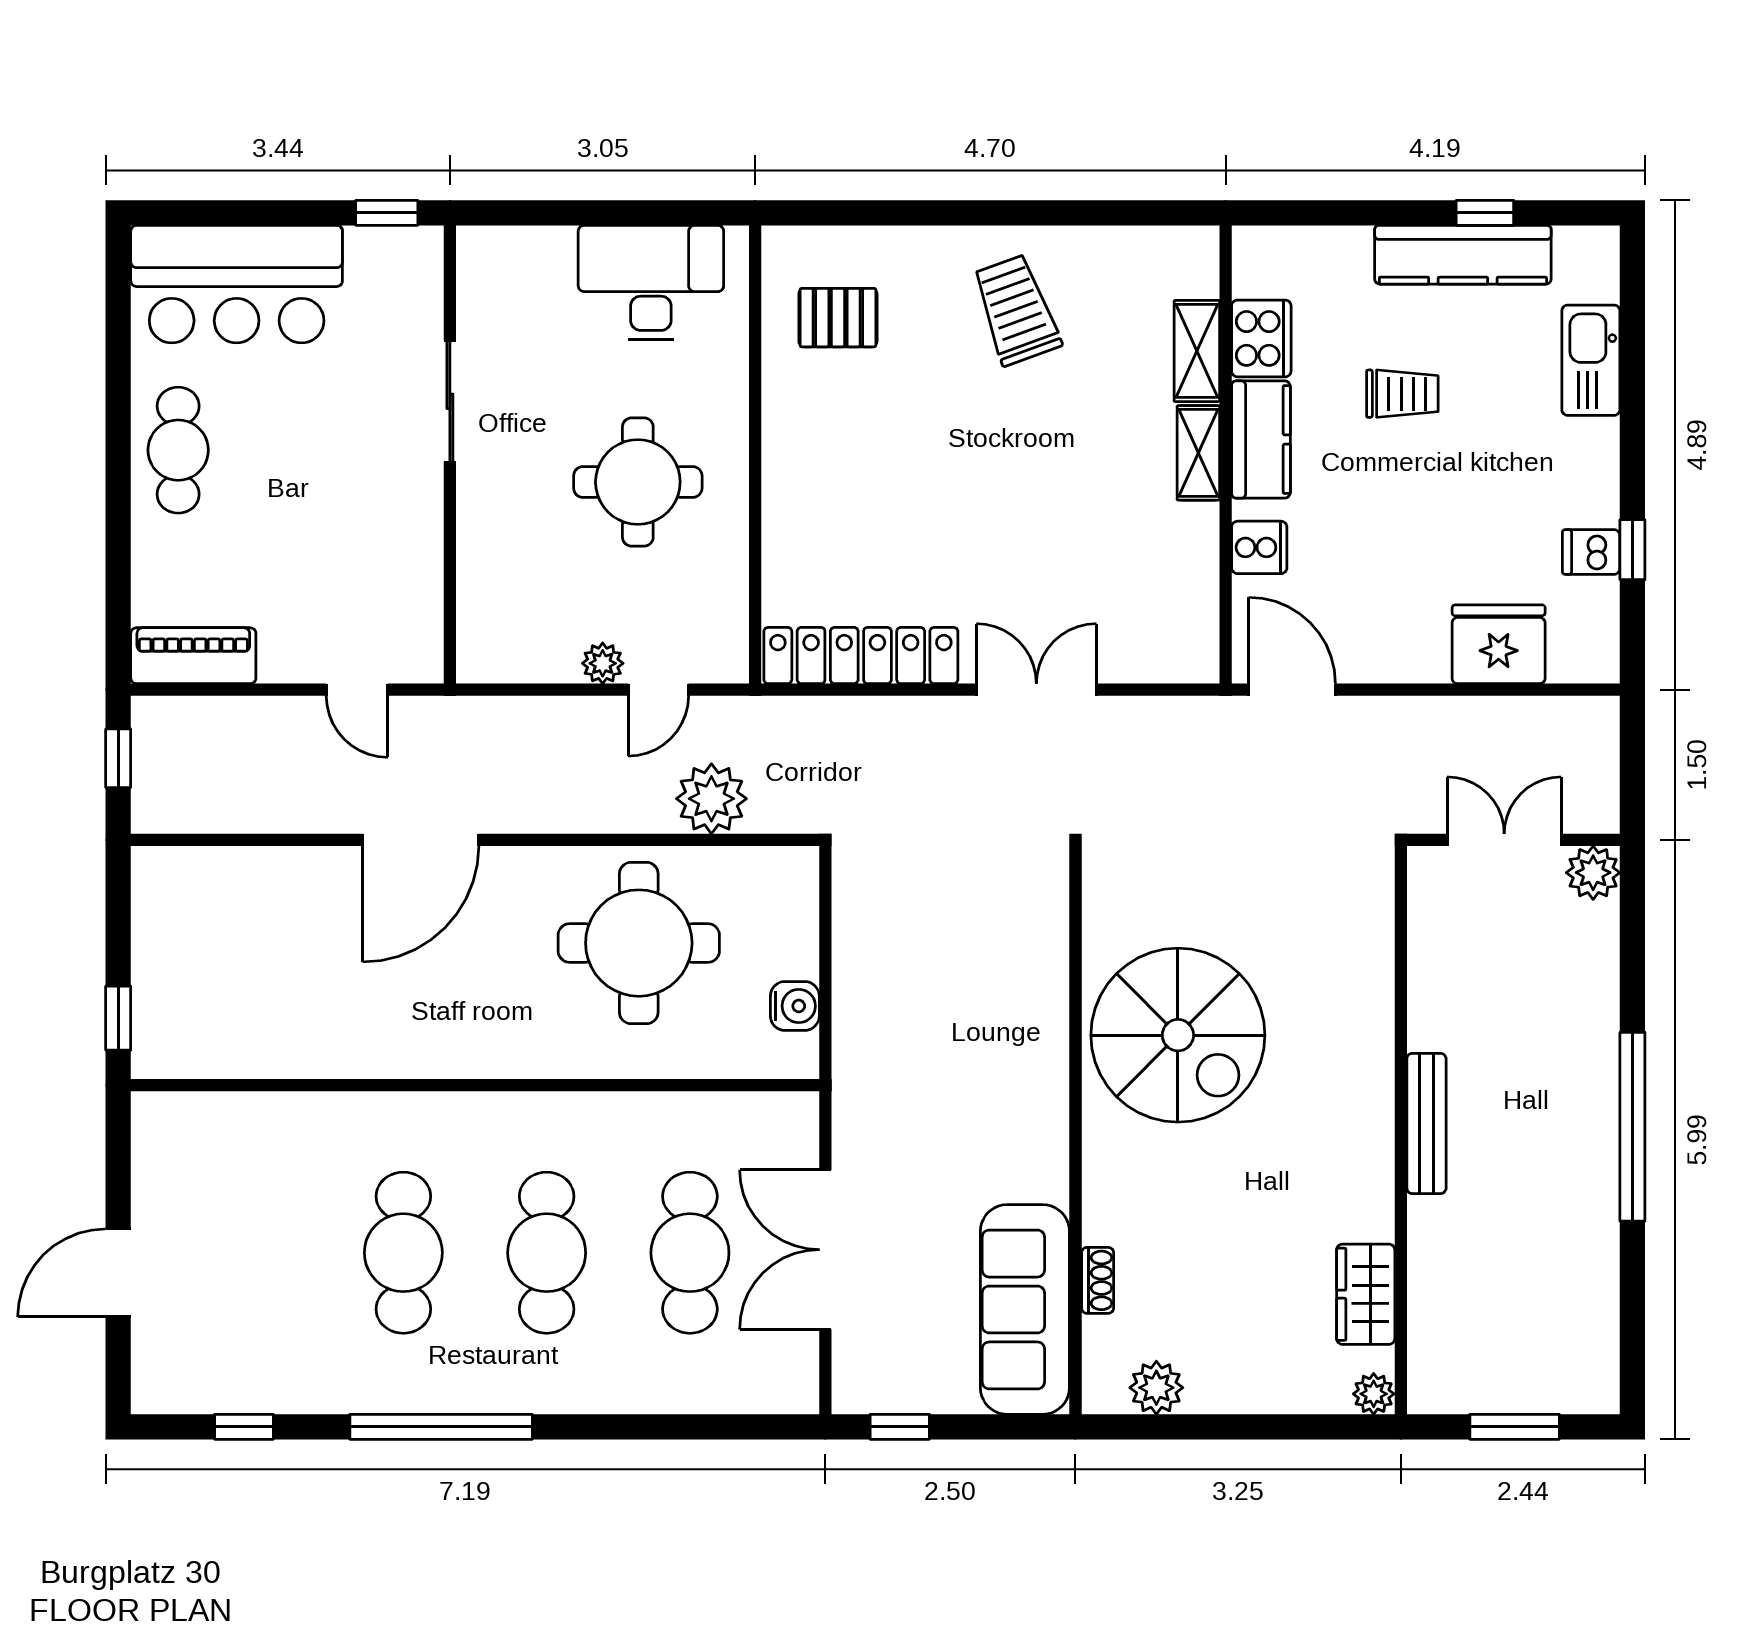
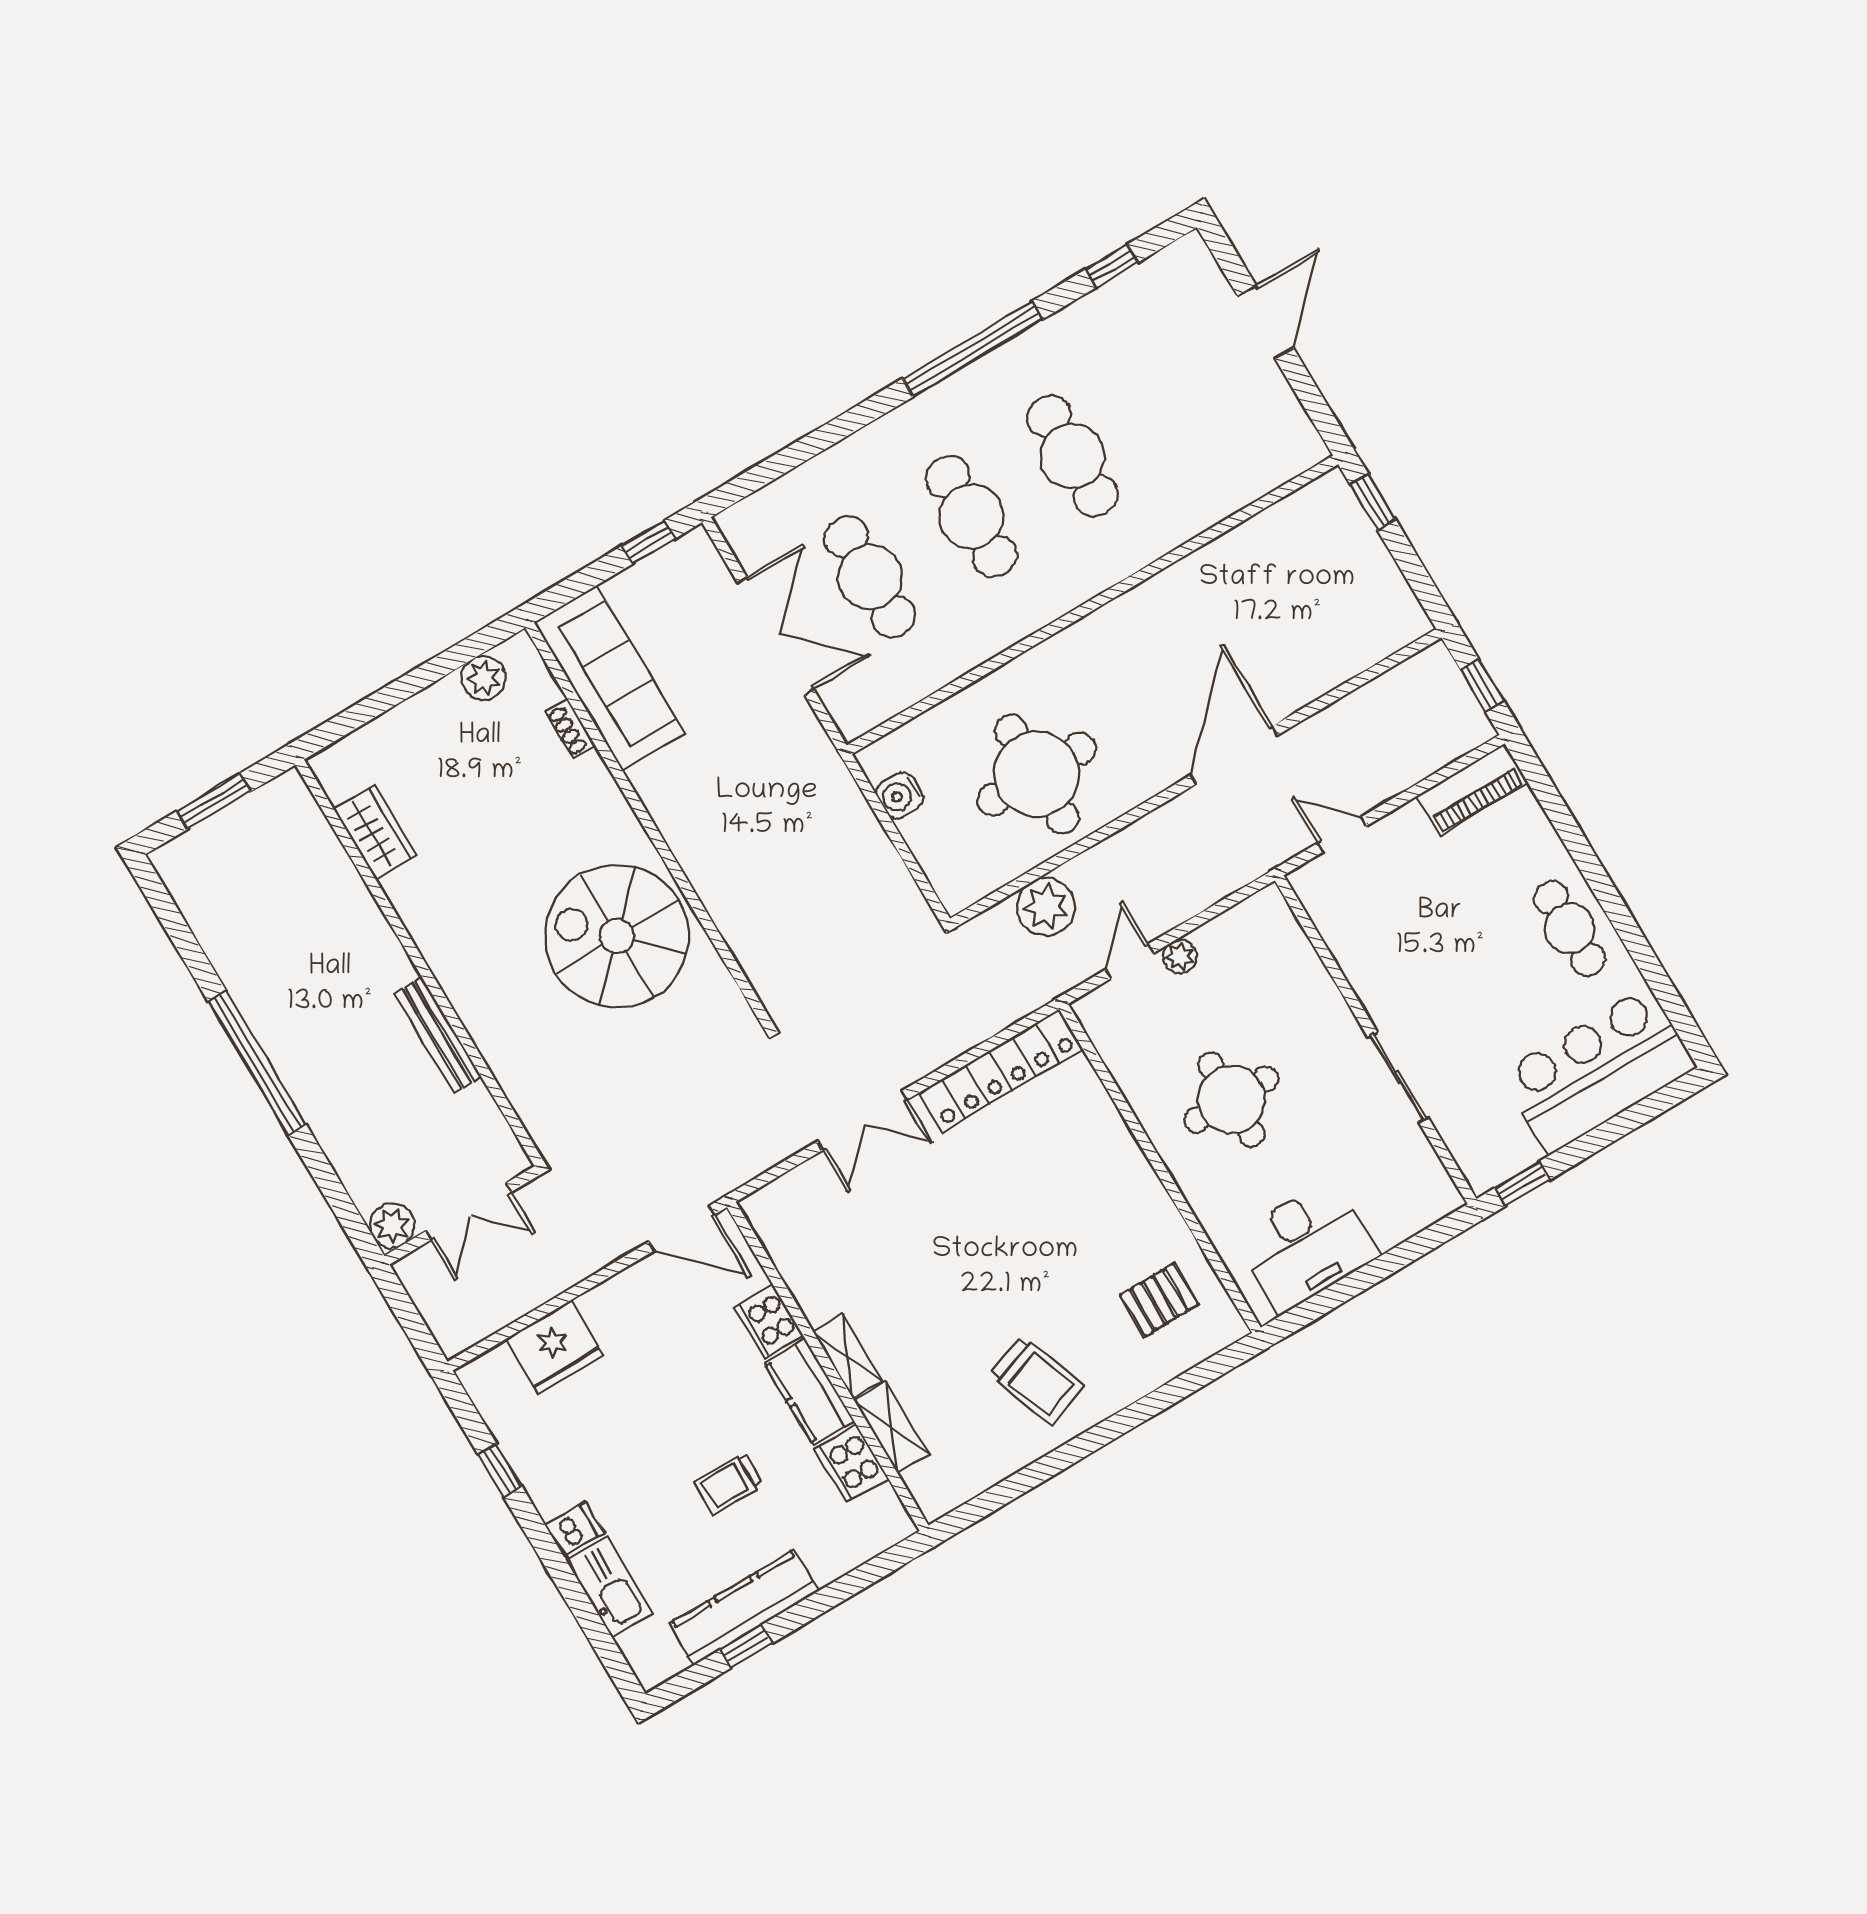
cooker: (1259, 547) -> (769, 1322), width x1.36
dishwasher: (1591, 552) -> (575, 1529), moved
bench: (1426, 1123) -> (438, 1035), moved
plant: (1374, 1394) -> (328, 765), removed

